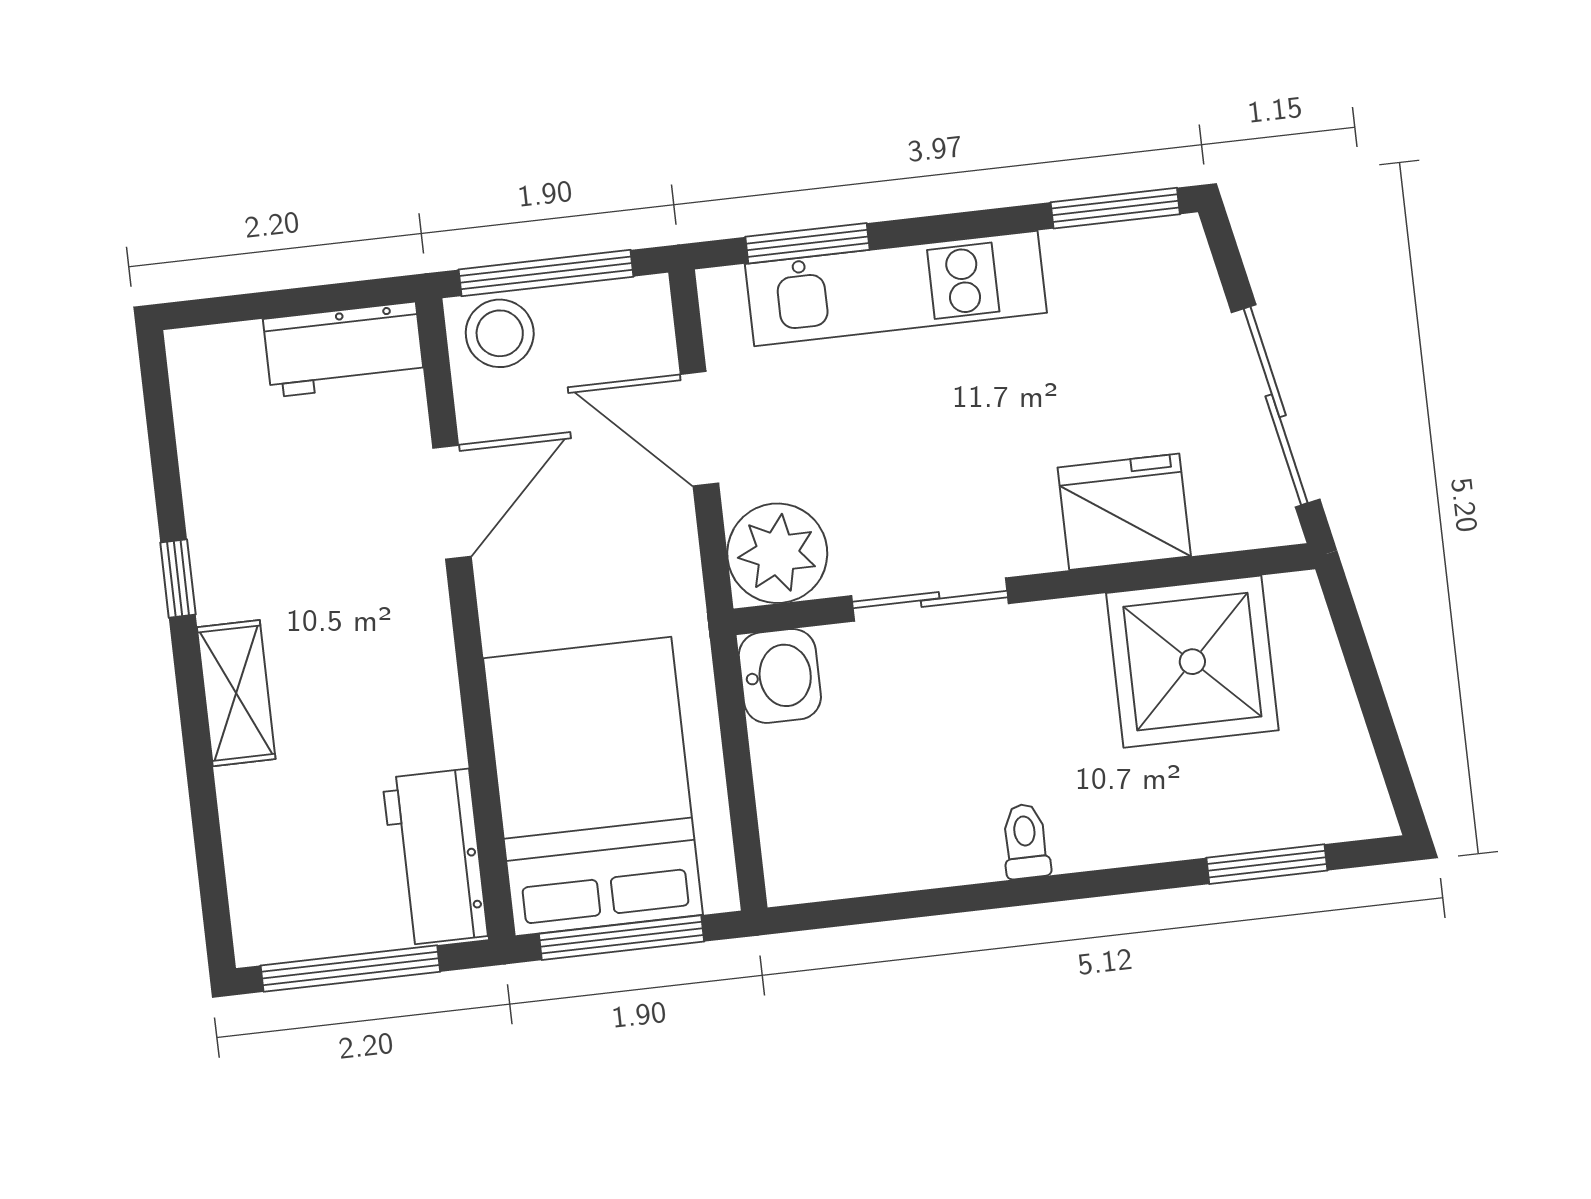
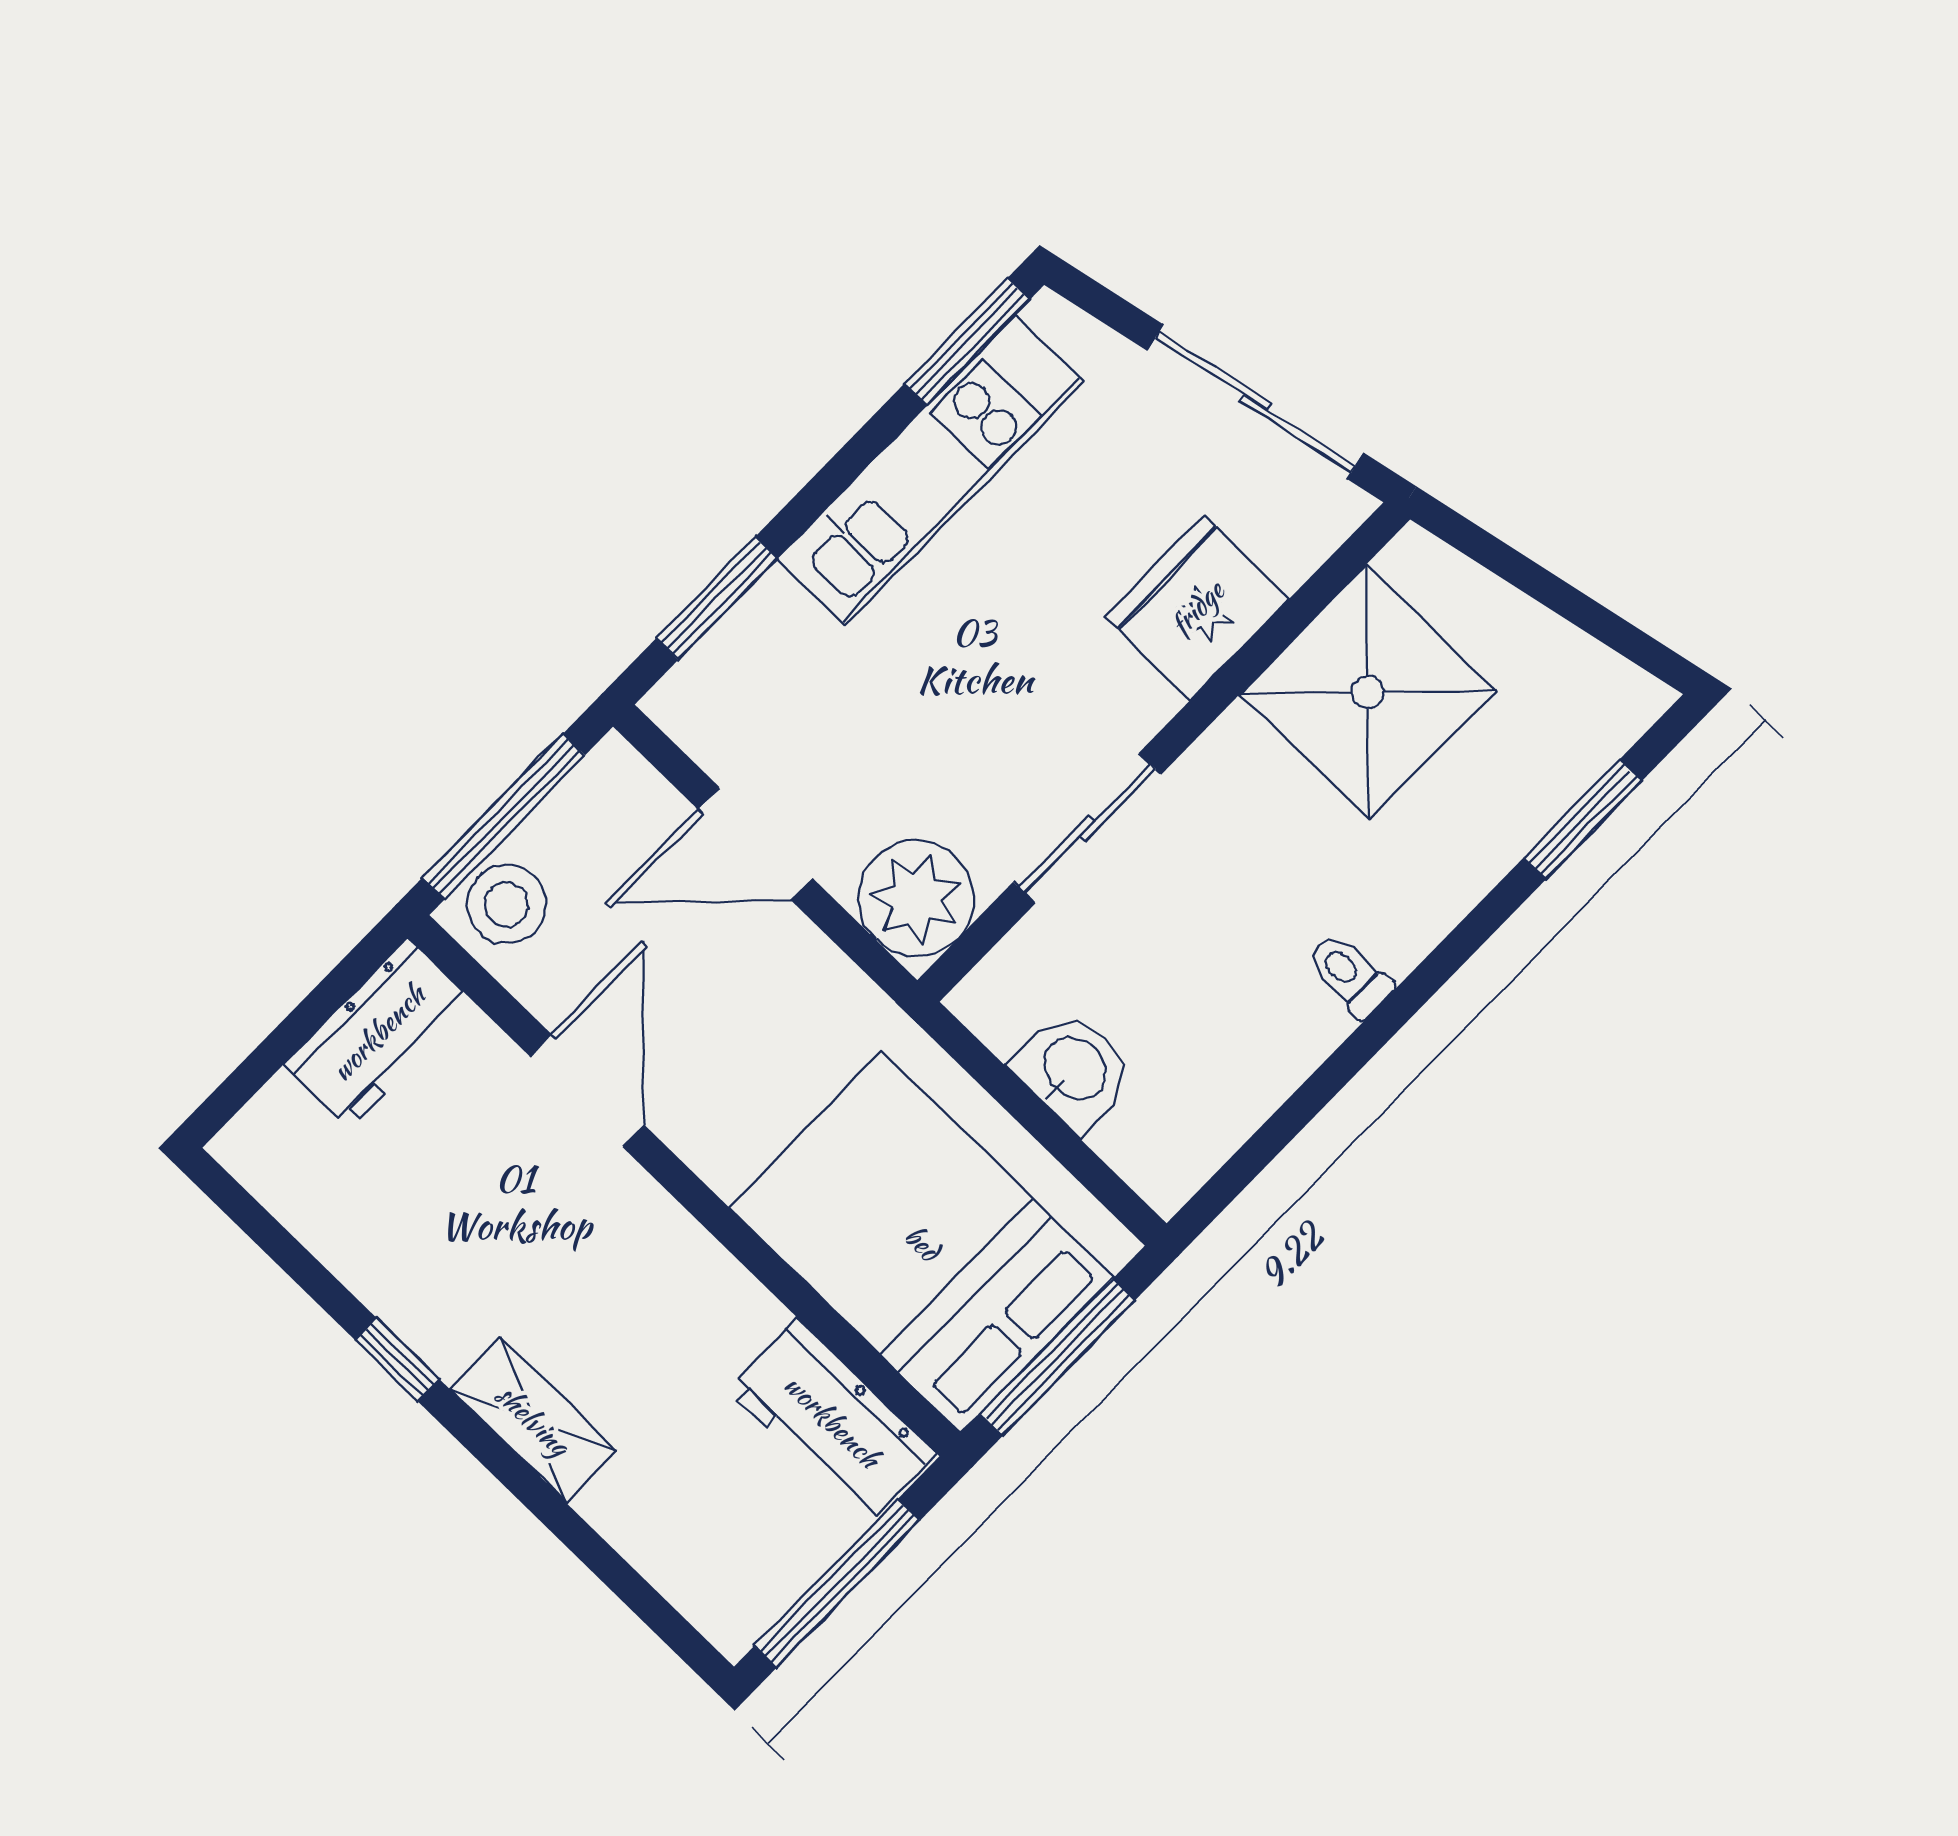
kitchen unit: (896, 288) -> (931, 470), moved
washbasin: (780, 676) -> (1073, 1070), moved

